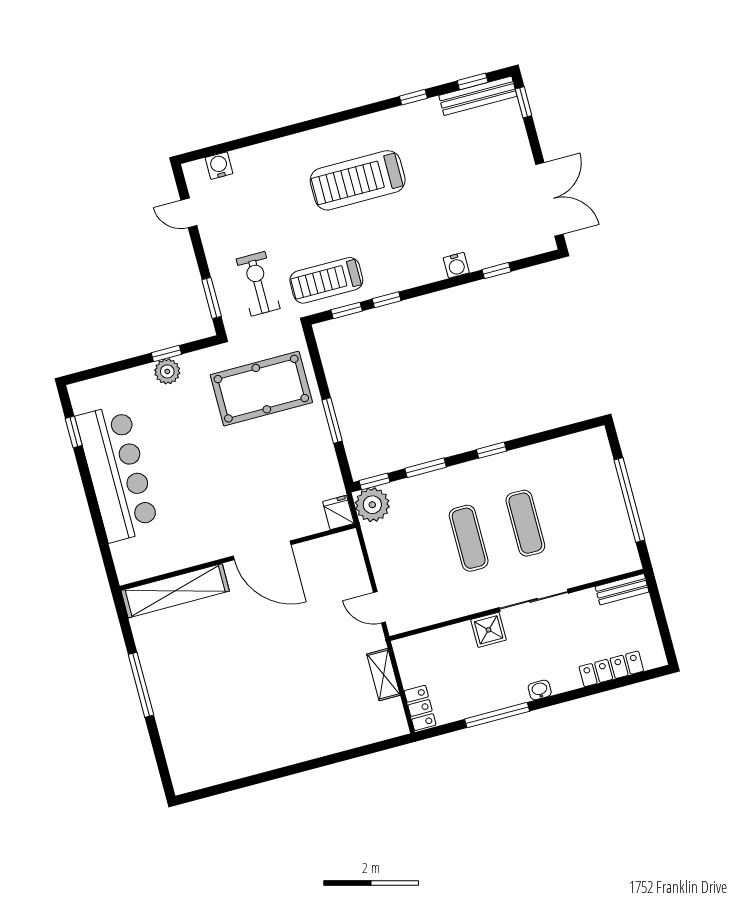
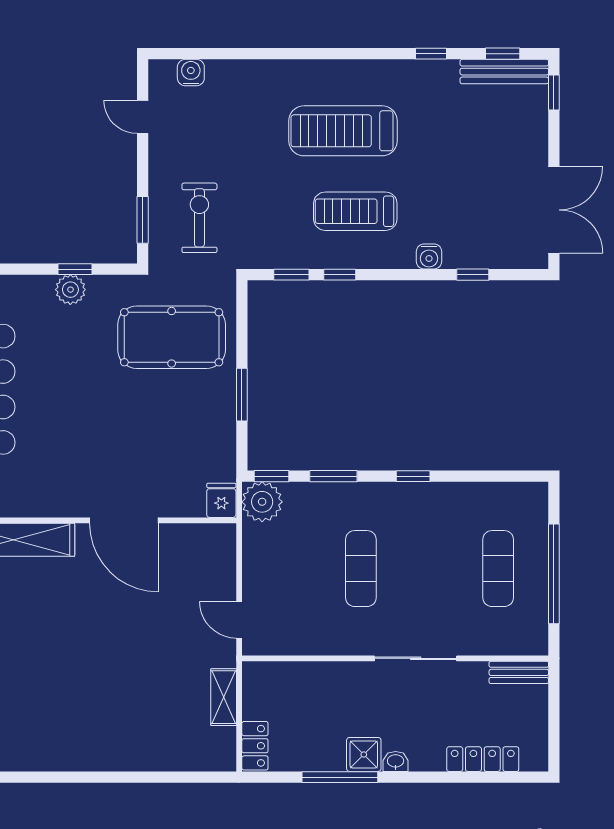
treadmill: (326, 280) -> (355, 211), moved
exercise mat: (525, 523) -> (498, 569), moved
shower: (489, 630) -> (364, 754), moved

